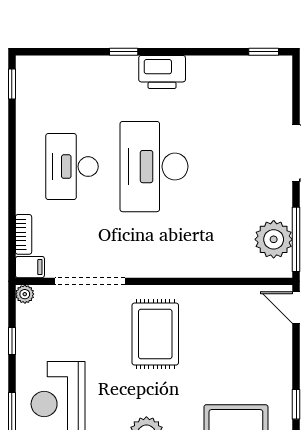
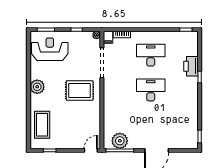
printer: (162, 72) -> (191, 66), moved
desk: (154, 167) -> (151, 90), width x0.73, depth x0.77

